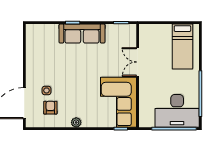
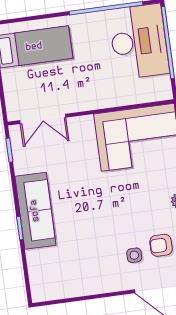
double door: (138, 62) -> (43, 119), moved

